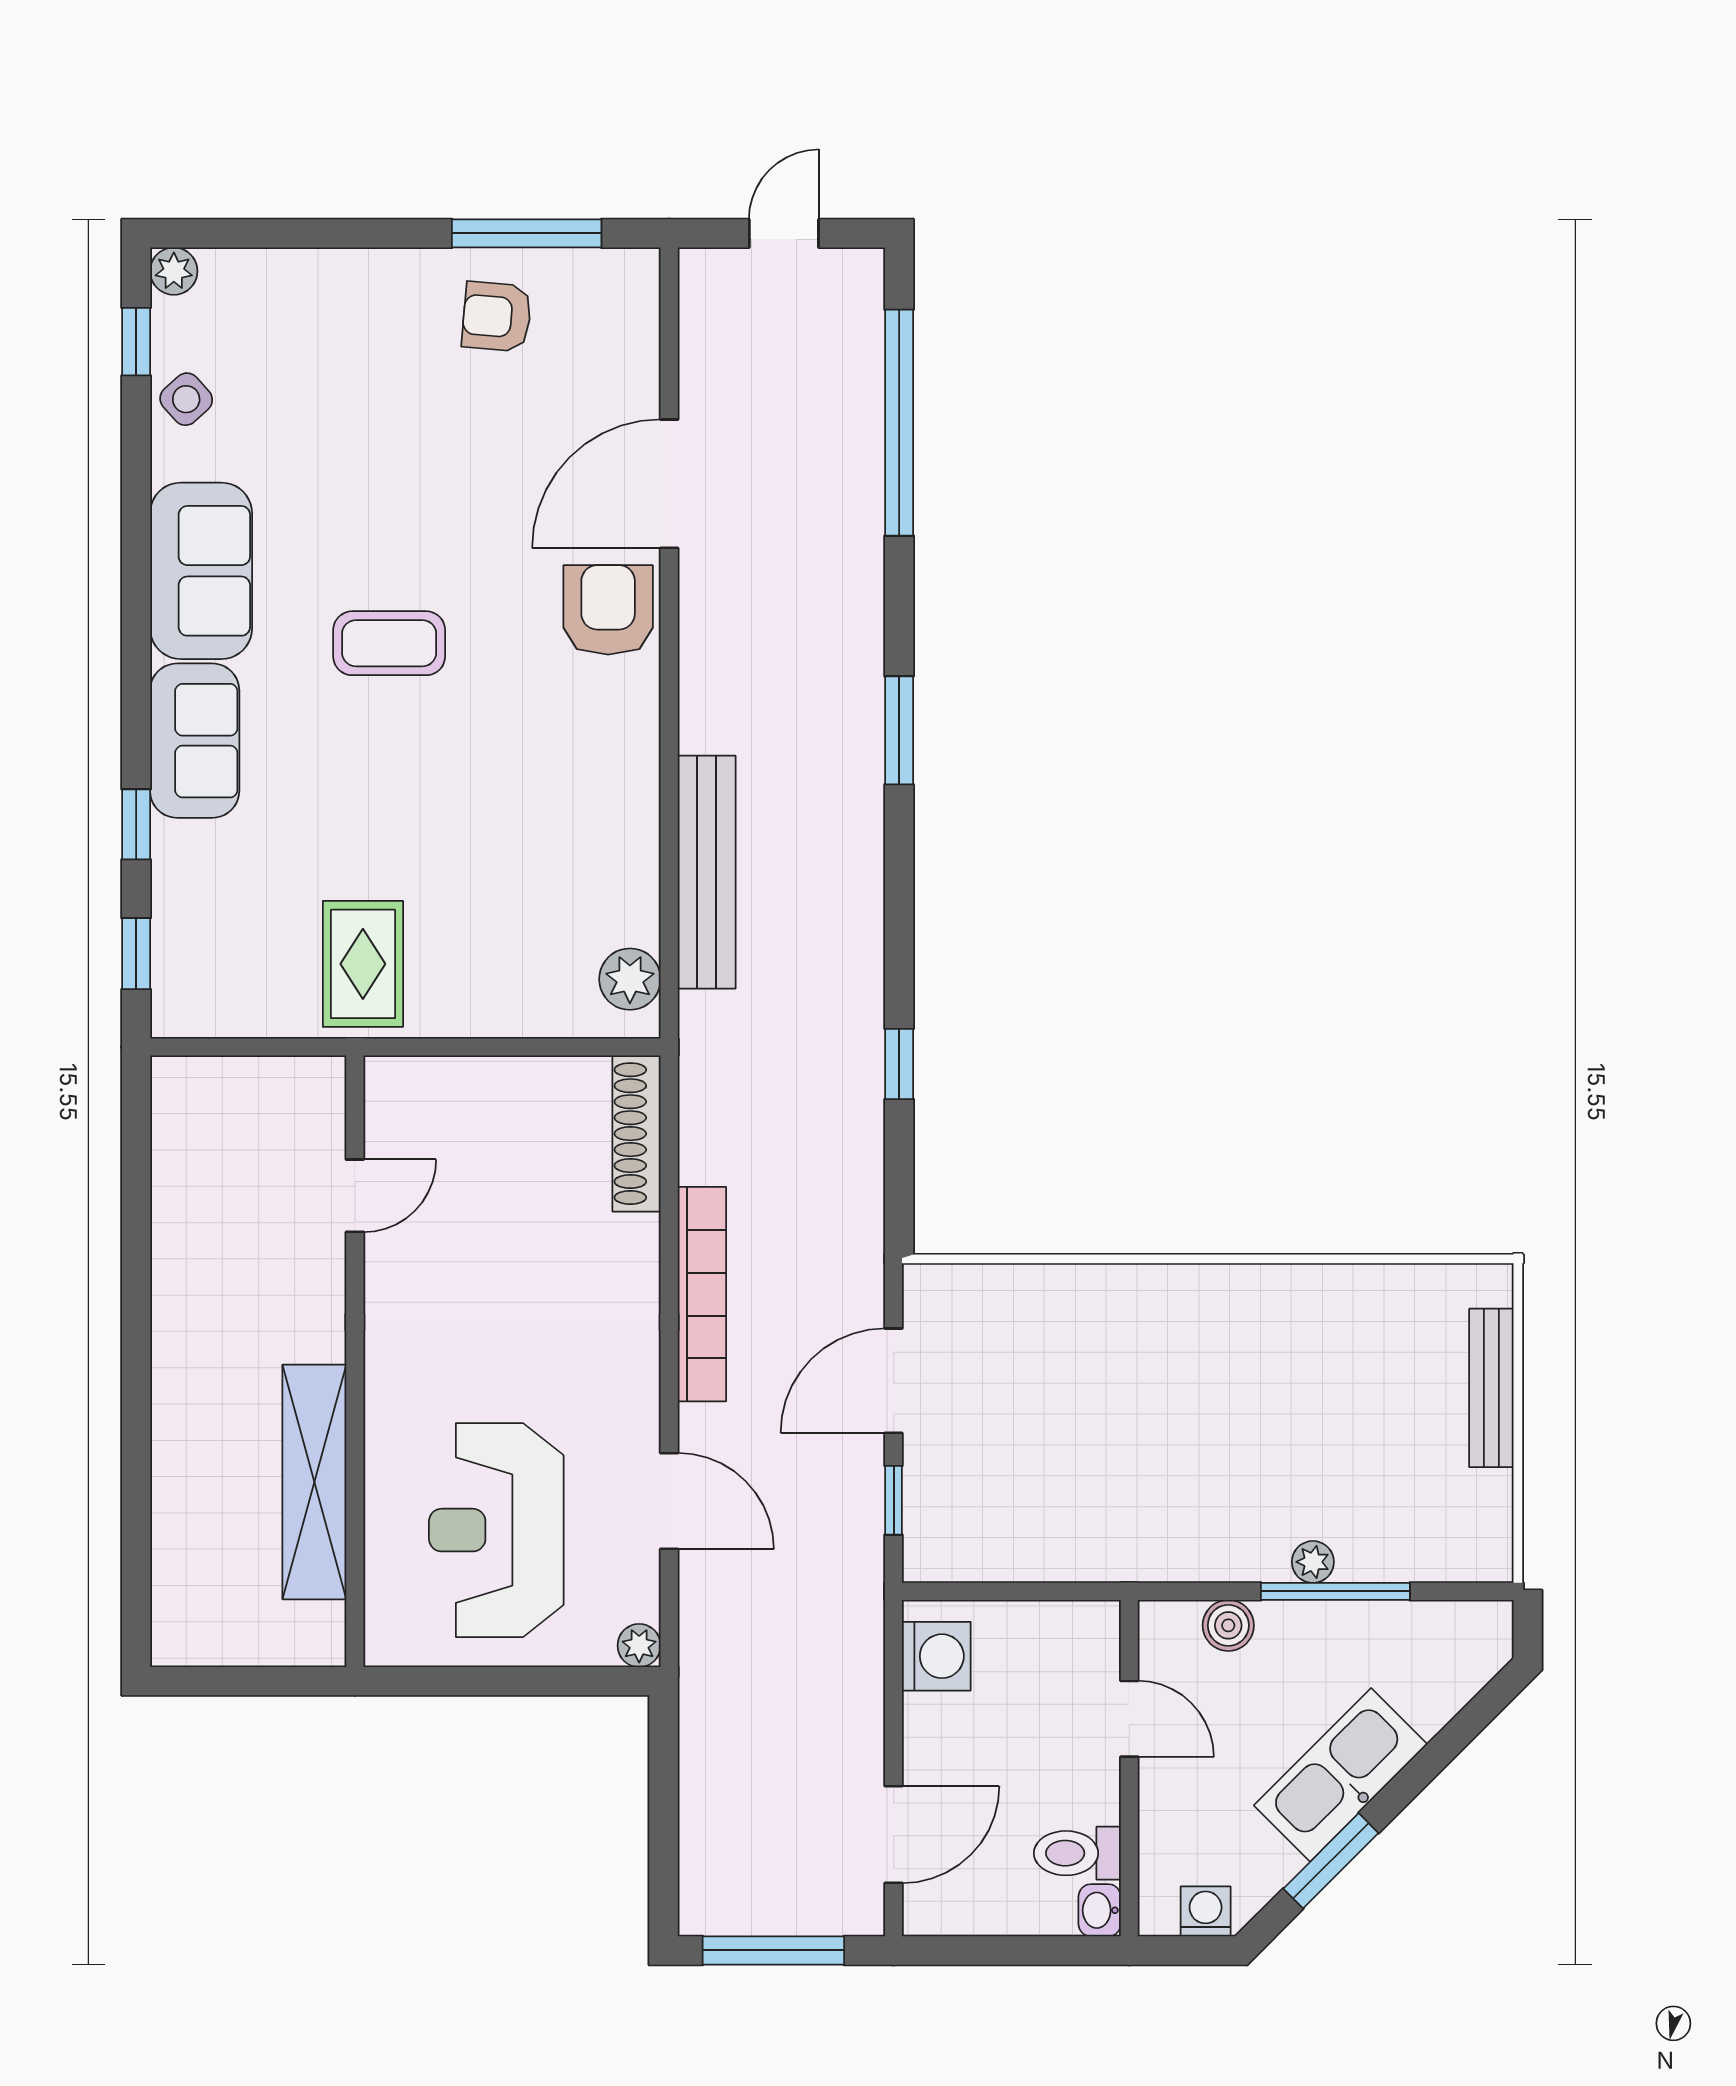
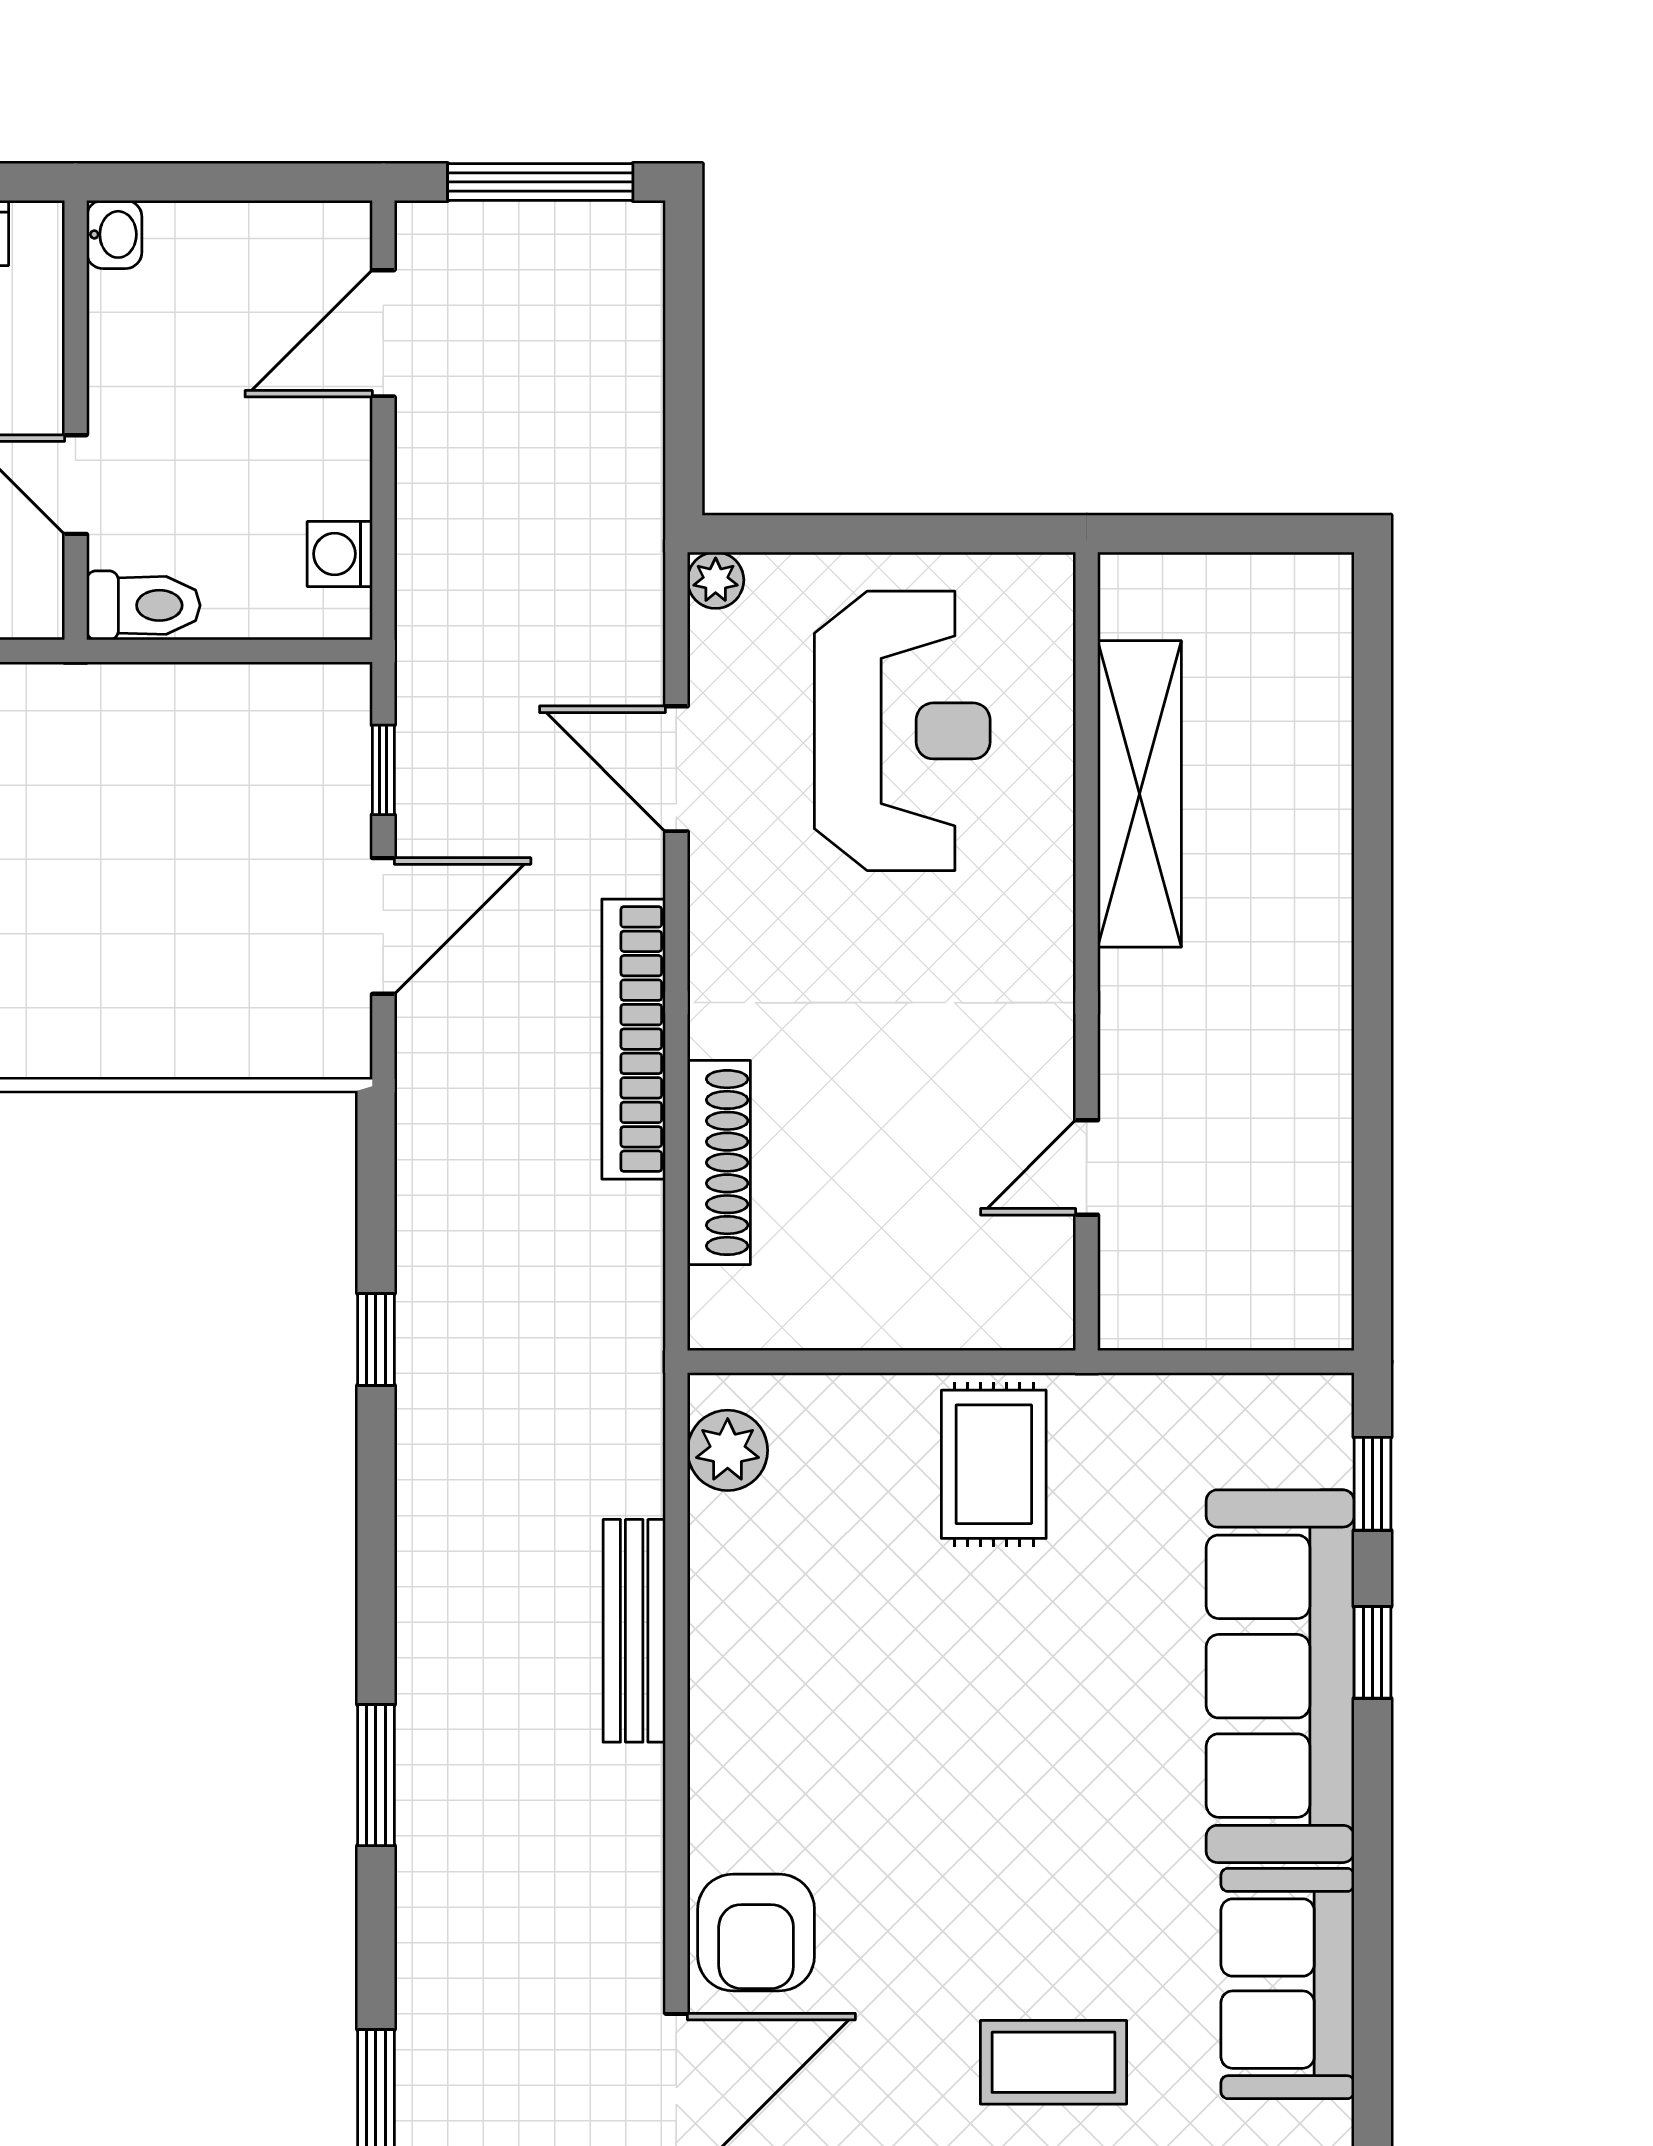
coffee table: (389, 643) -> (1054, 2062), moved
sofa: (195, 741) -> (1280, 1676), width x1.85, depth x1.27
bench: (707, 872) -> (634, 1631), width x0.73, depth x0.82
rug: (363, 964) -> (994, 1464), moved
shoe rack: (637, 1134) -> (719, 1163), moved
washing machine: (936, 1656) -> (340, 554), width x0.73, depth x0.73
toilet: (1077, 1853) -> (143, 605), moved

